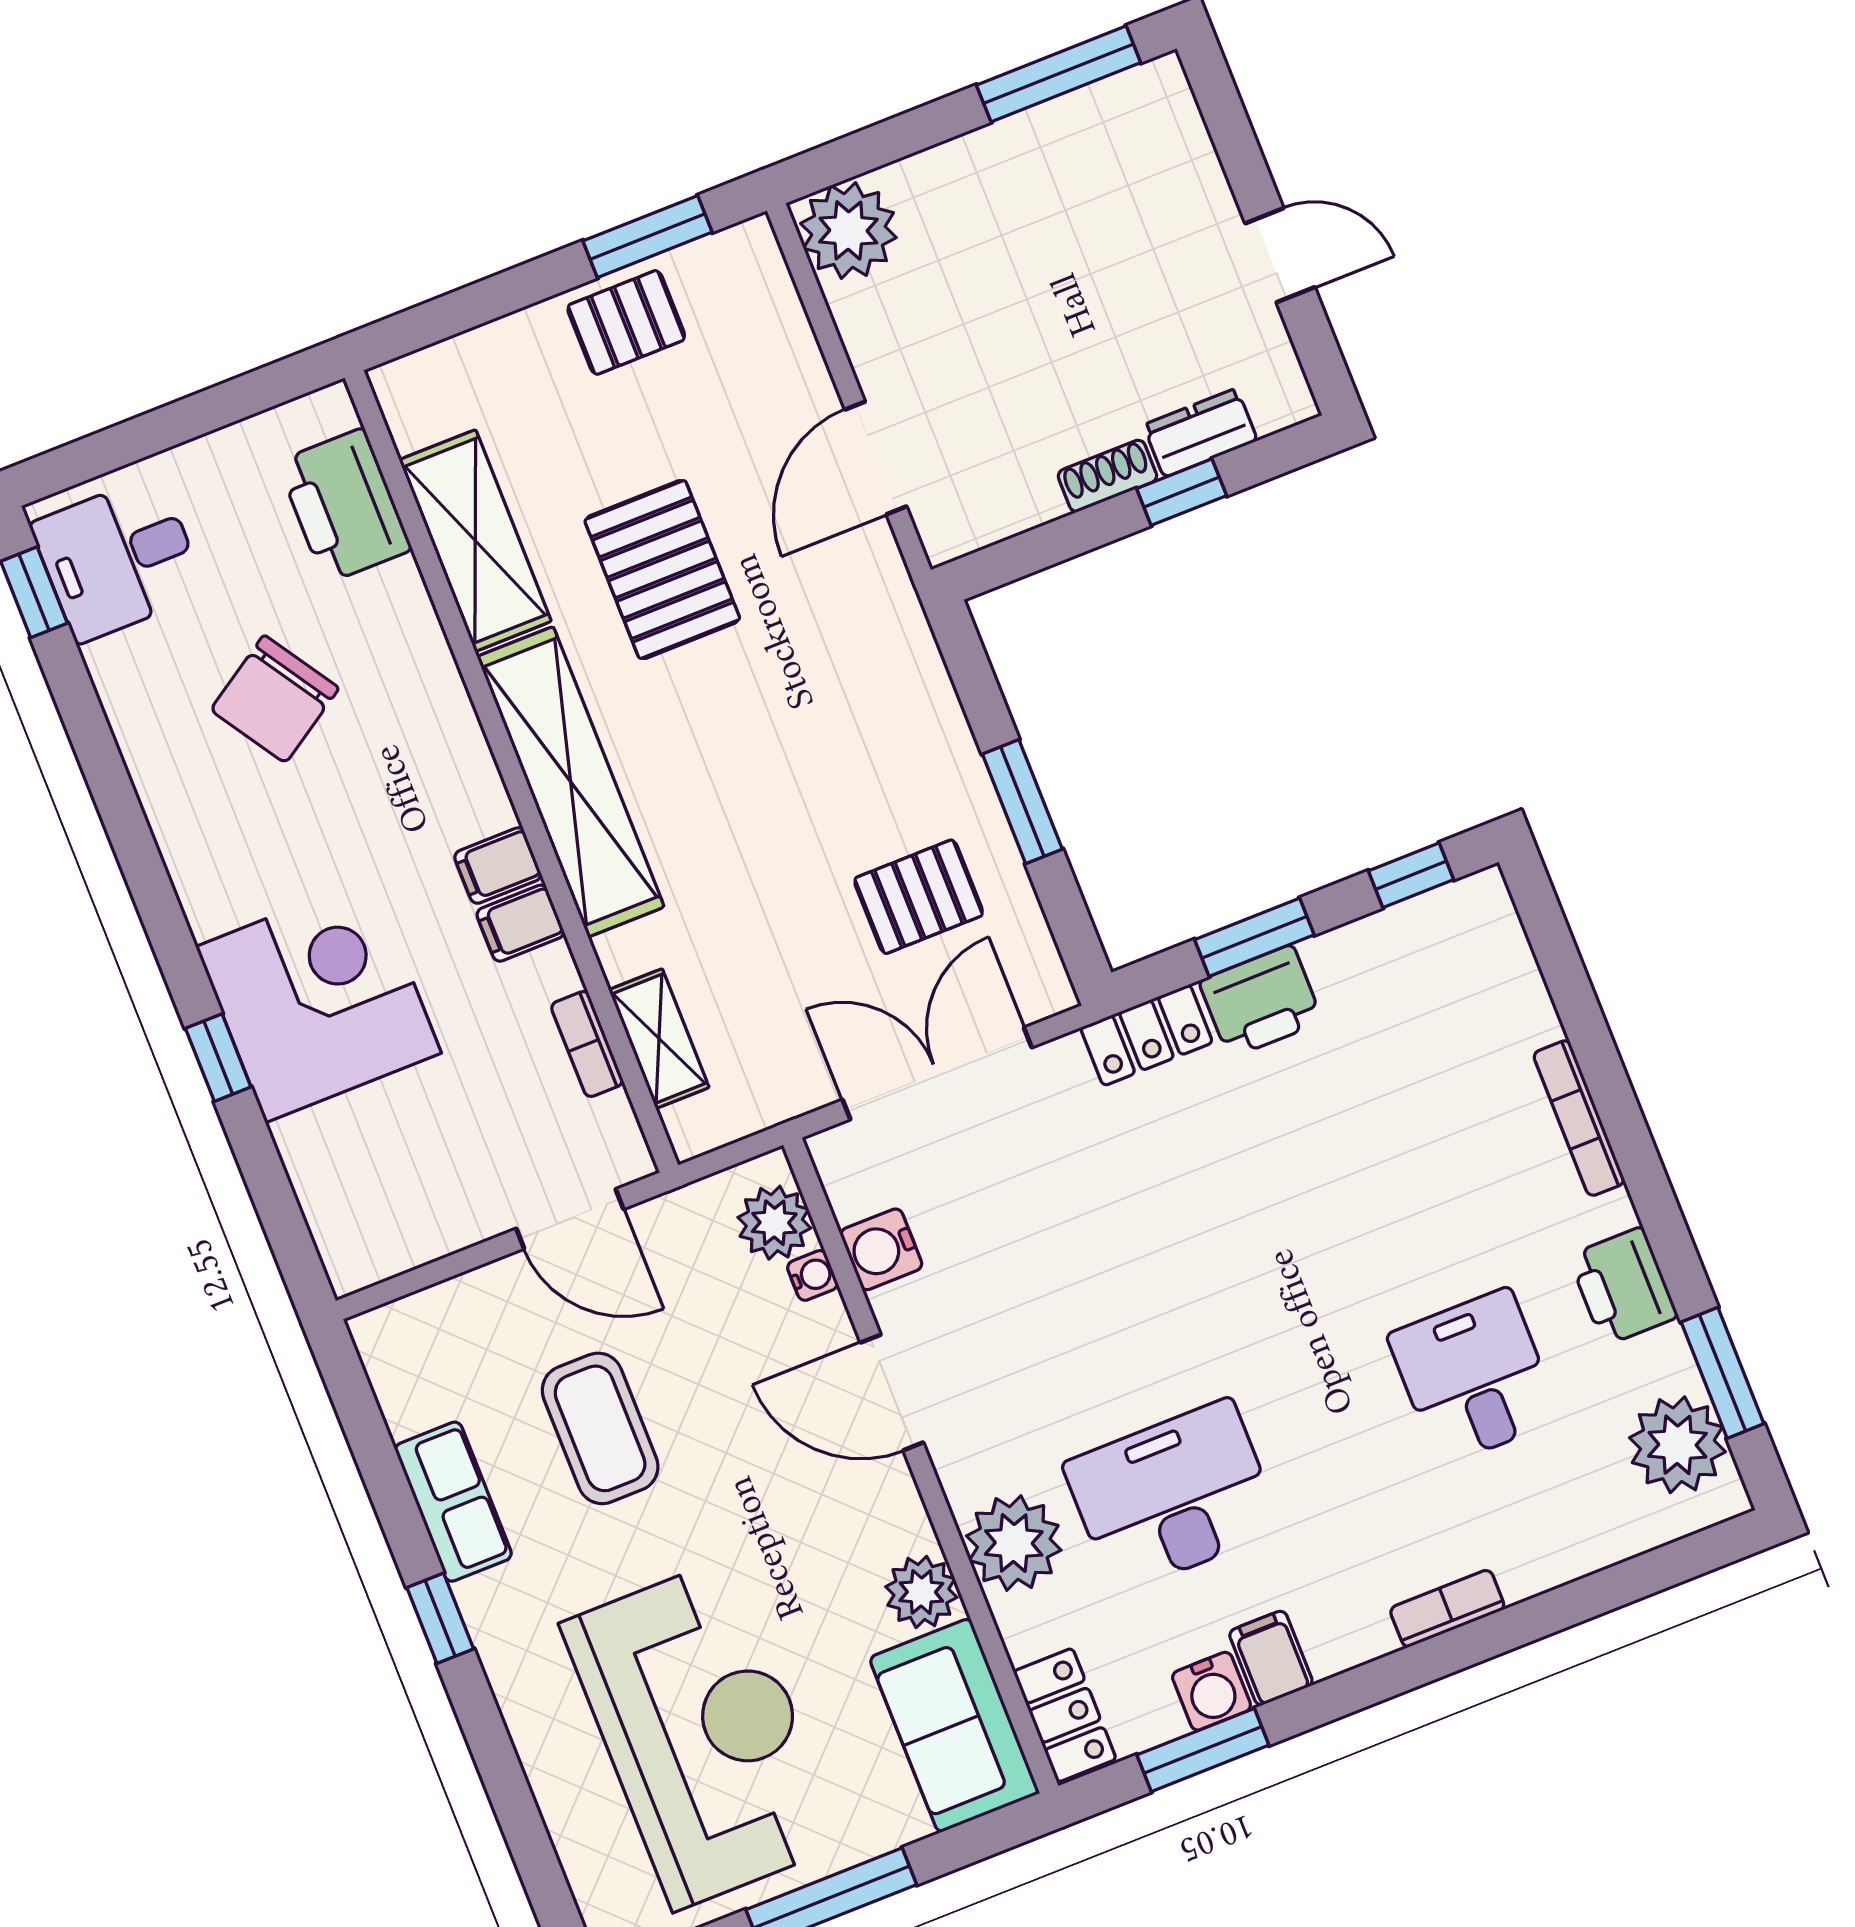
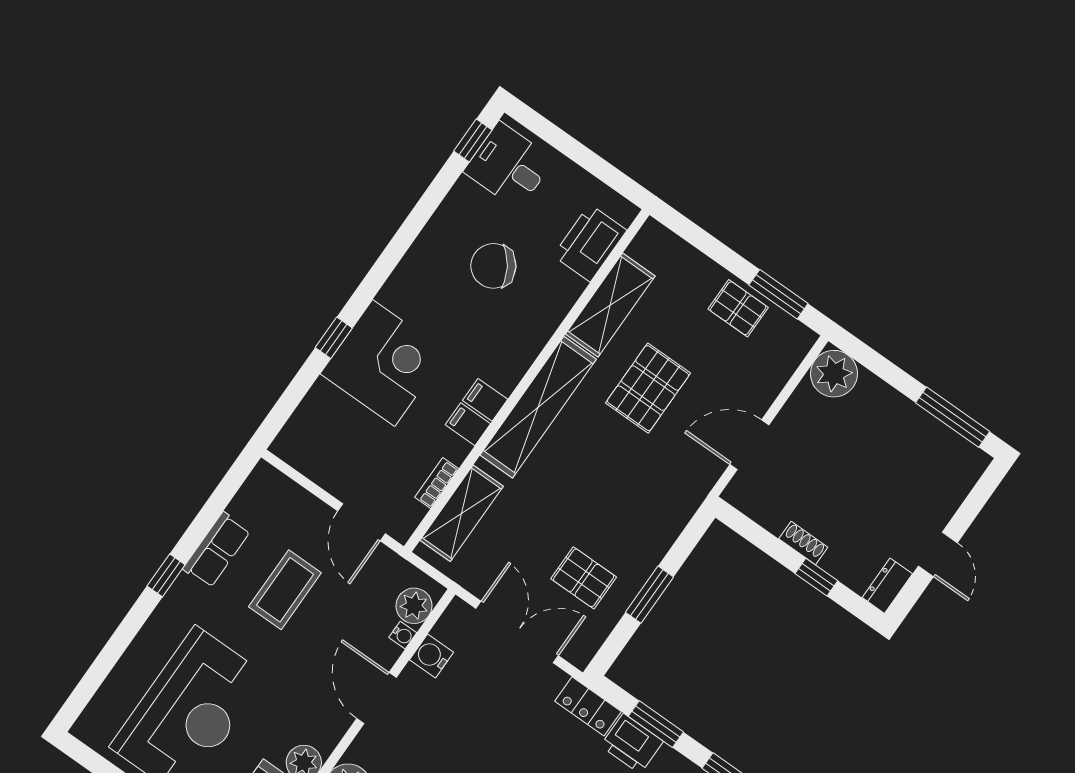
dresser: (1200, 433) -> (887, 586), moved, turned -90
shelving: (659, 1039) -> (462, 513), width x1.50, depth x1.33

